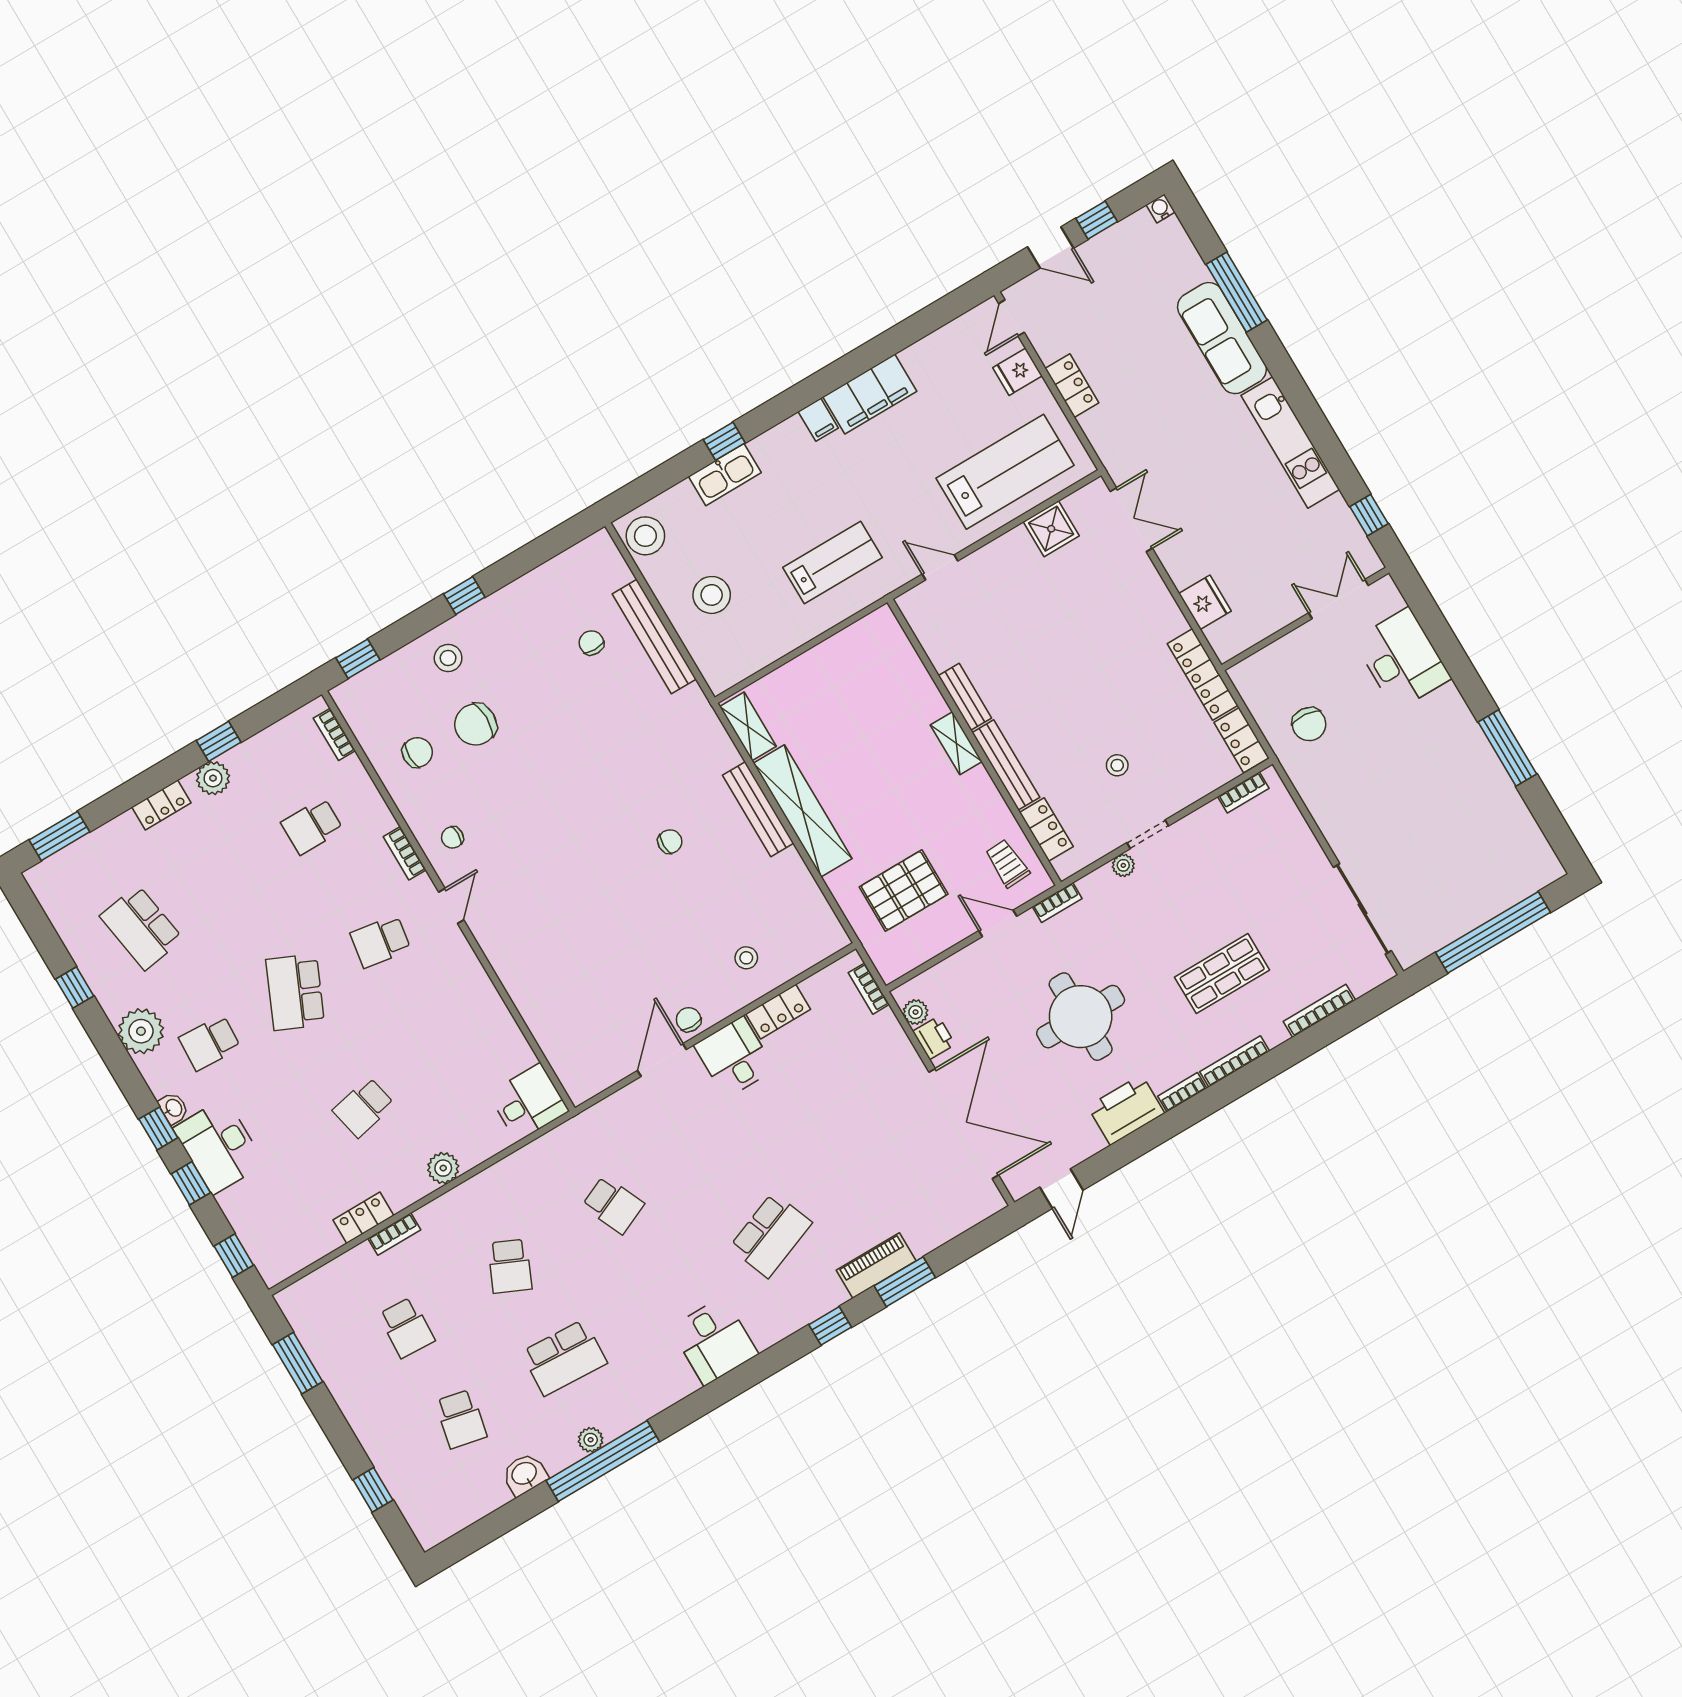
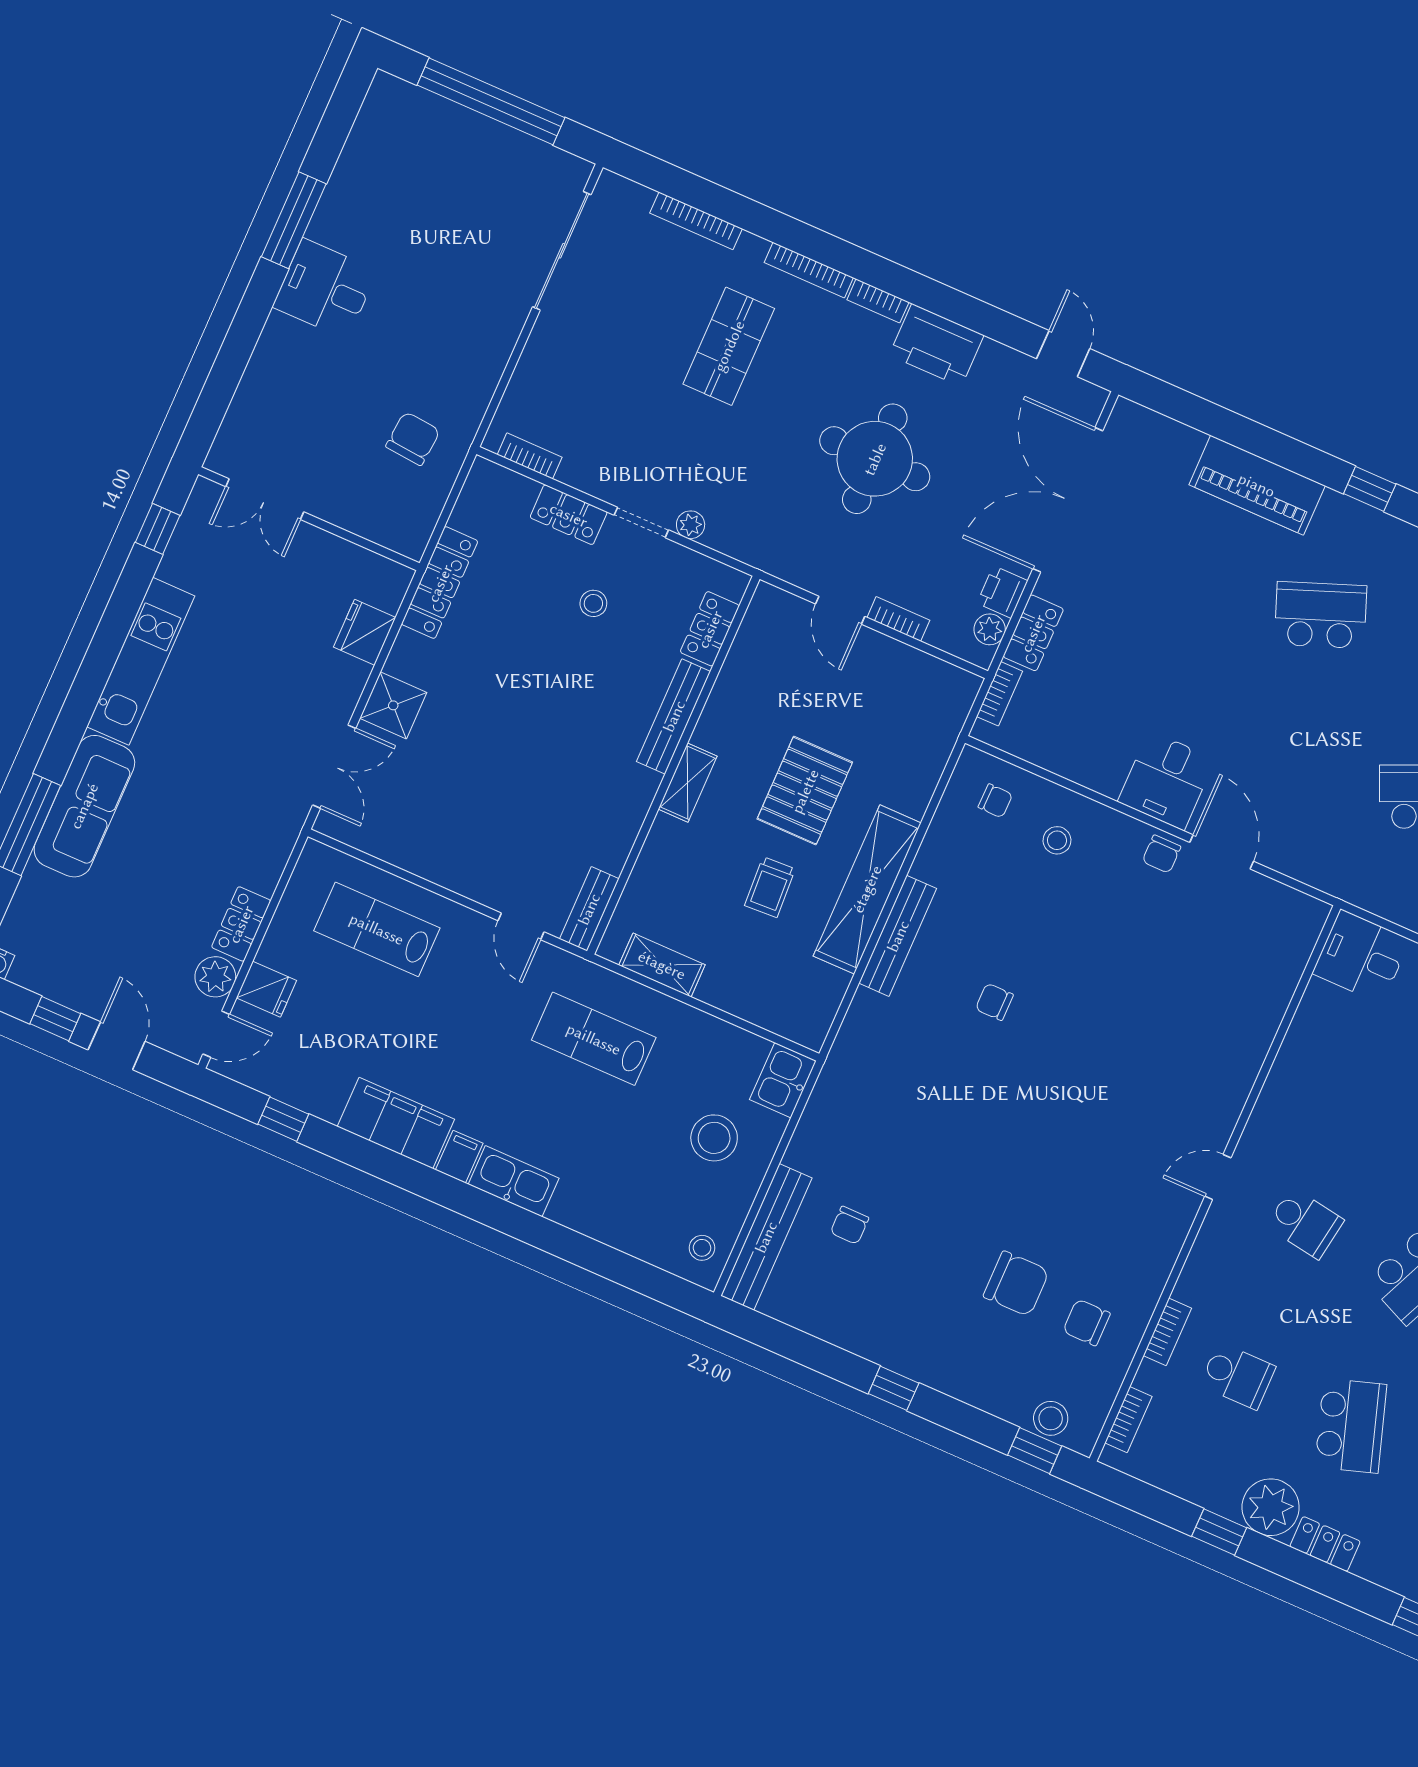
plant: (1049, 344) -> (215, 977), added
window: (724, 441) -> (283, 1119), moved
lab bench: (1005, 472) -> (377, 929), width x0.73, depth x0.72
kitchen sink: (725, 475) -> (514, 1181), moved
double door: (1131, 520) -> (334, 767), swing flipped
shower: (1051, 529) -> (393, 705), moved
stool: (645, 536) -> (702, 1248), width x0.53, depth x0.53
bench: (654, 636) -> (766, 1237), moved
stool: (448, 658) -> (1051, 1418), moved
desk: (1402, 659) -> (325, 289), moved, width x0.73
kitchen sink: (717, 667) -> (783, 1080), added
bench: (965, 697) -> (589, 909), moved
shelving: (748, 726) -> (662, 965), moved, turned 90
locker: (1241, 740) -> (569, 515), moved, turned 90
plant: (213, 778) -> (1271, 1507), width x1.36, depth x1.36
chair: (452, 837) -> (995, 801), moved
bookcase: (405, 853) -> (1167, 1332), moved
trolley: (1007, 863) -> (770, 887), moved
school desk: (227, 877) -> (1351, 1426), added
pallet: (904, 891) -> (805, 791), moved, turned 90
bookcase: (1057, 903) -> (898, 619), moved
shop shelf: (1222, 974) -> (729, 346), turned 90
locker: (778, 1012) -> (1033, 633), moved, turned 90
door: (662, 1060) -> (1222, 852), swing flipped
door: (1061, 1189) -> (1063, 354), hinge flipped
piano: (876, 1266) -> (1257, 485), width x1.37, depth x1.33
window: (905, 1282) -> (1271, 445), removed

